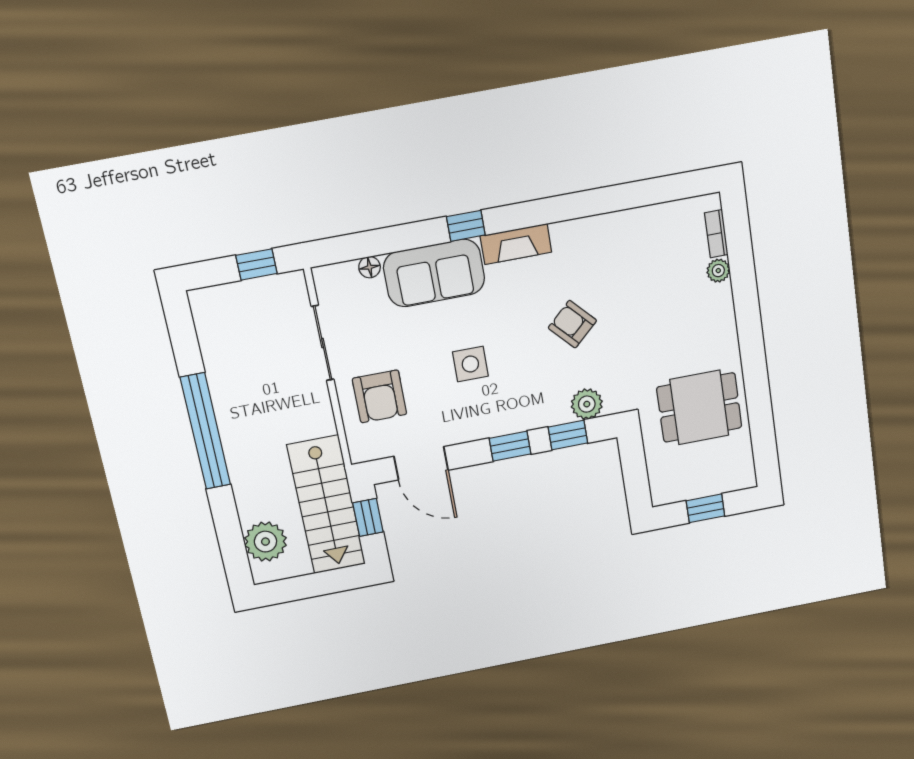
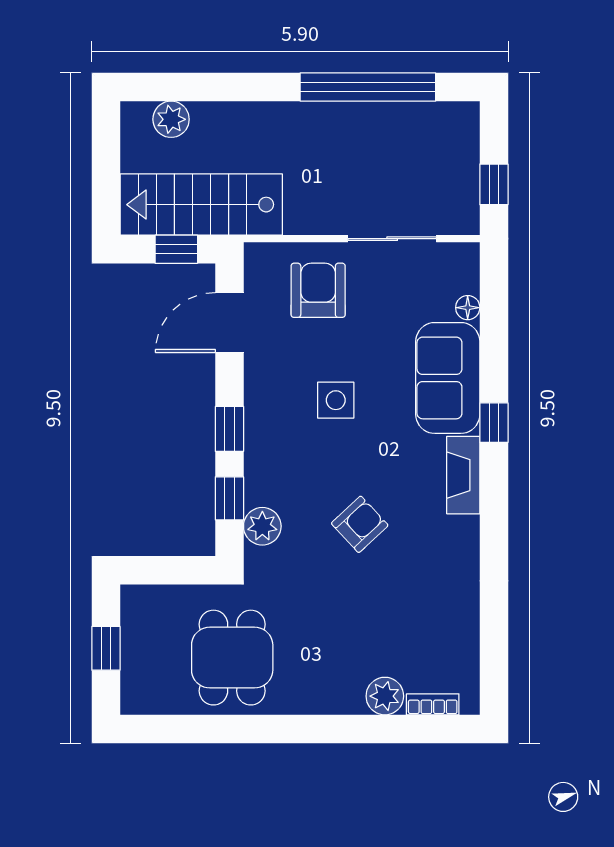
plant: (718, 271) -> (385, 696), width x1.38, depth x1.38
armchair: (380, 396) -> (318, 290), turned 90
window: (205, 431) -> (368, 87), moved
plant: (265, 542) -> (171, 119), width x0.73, depth x0.73

